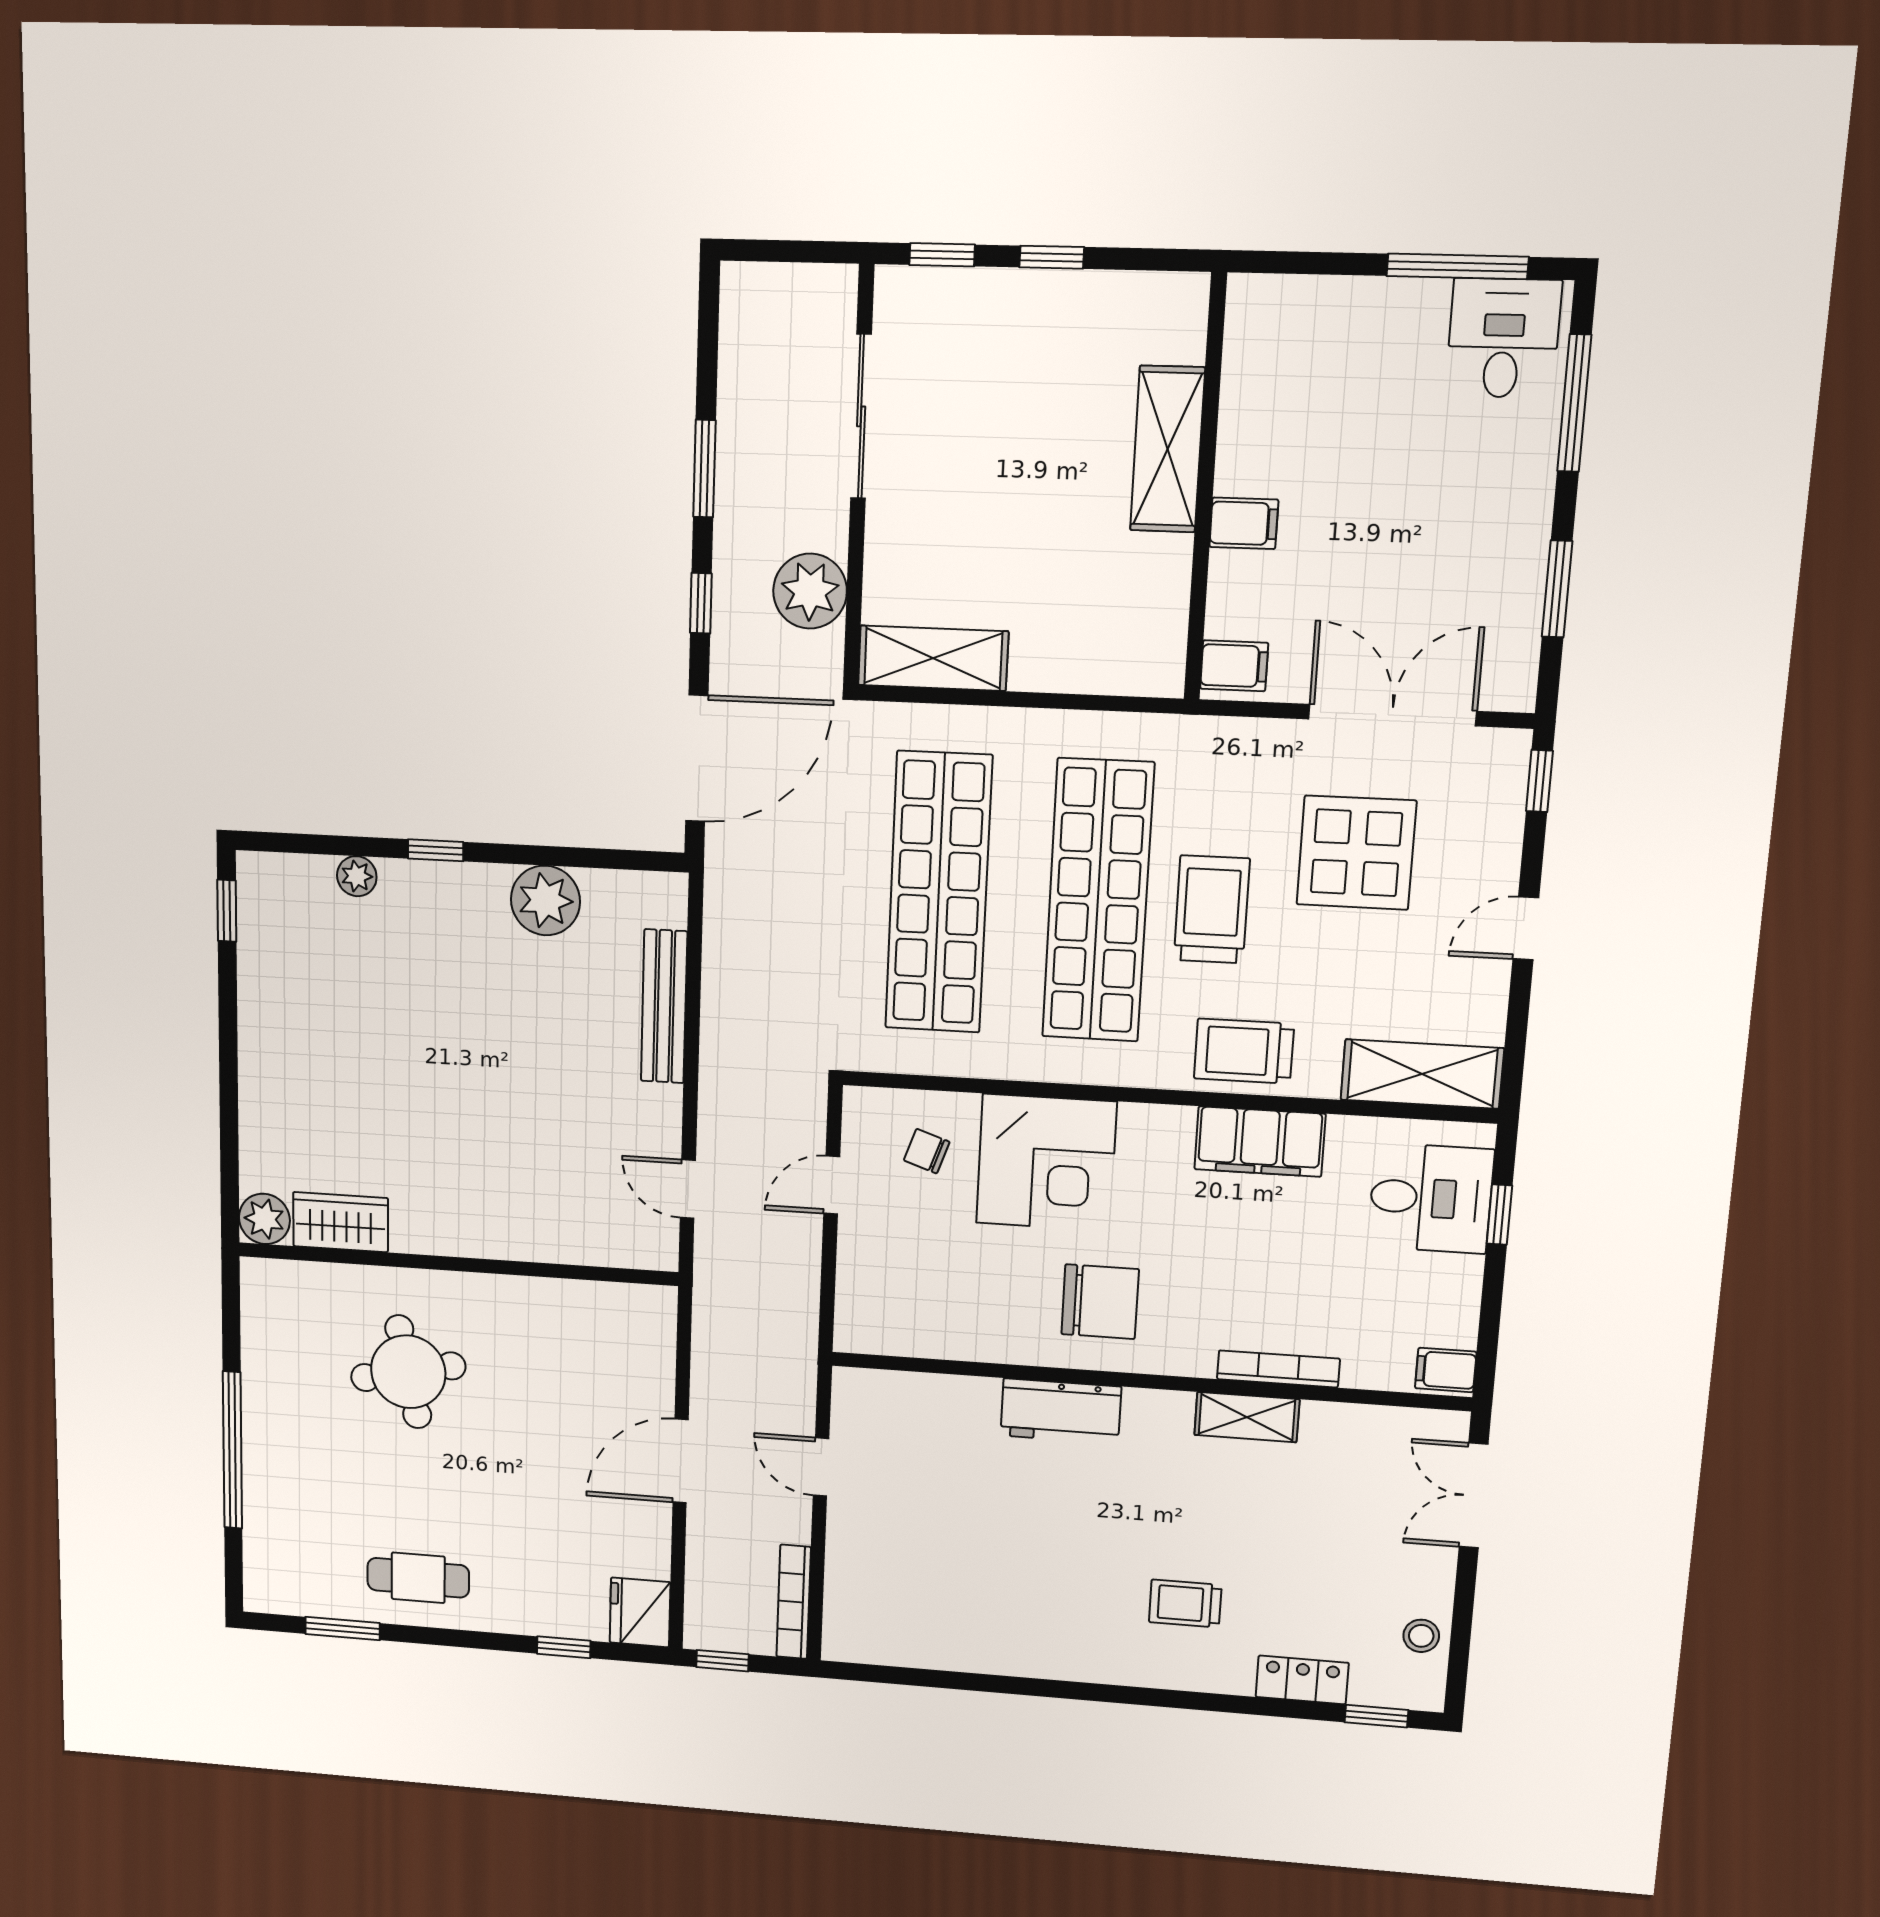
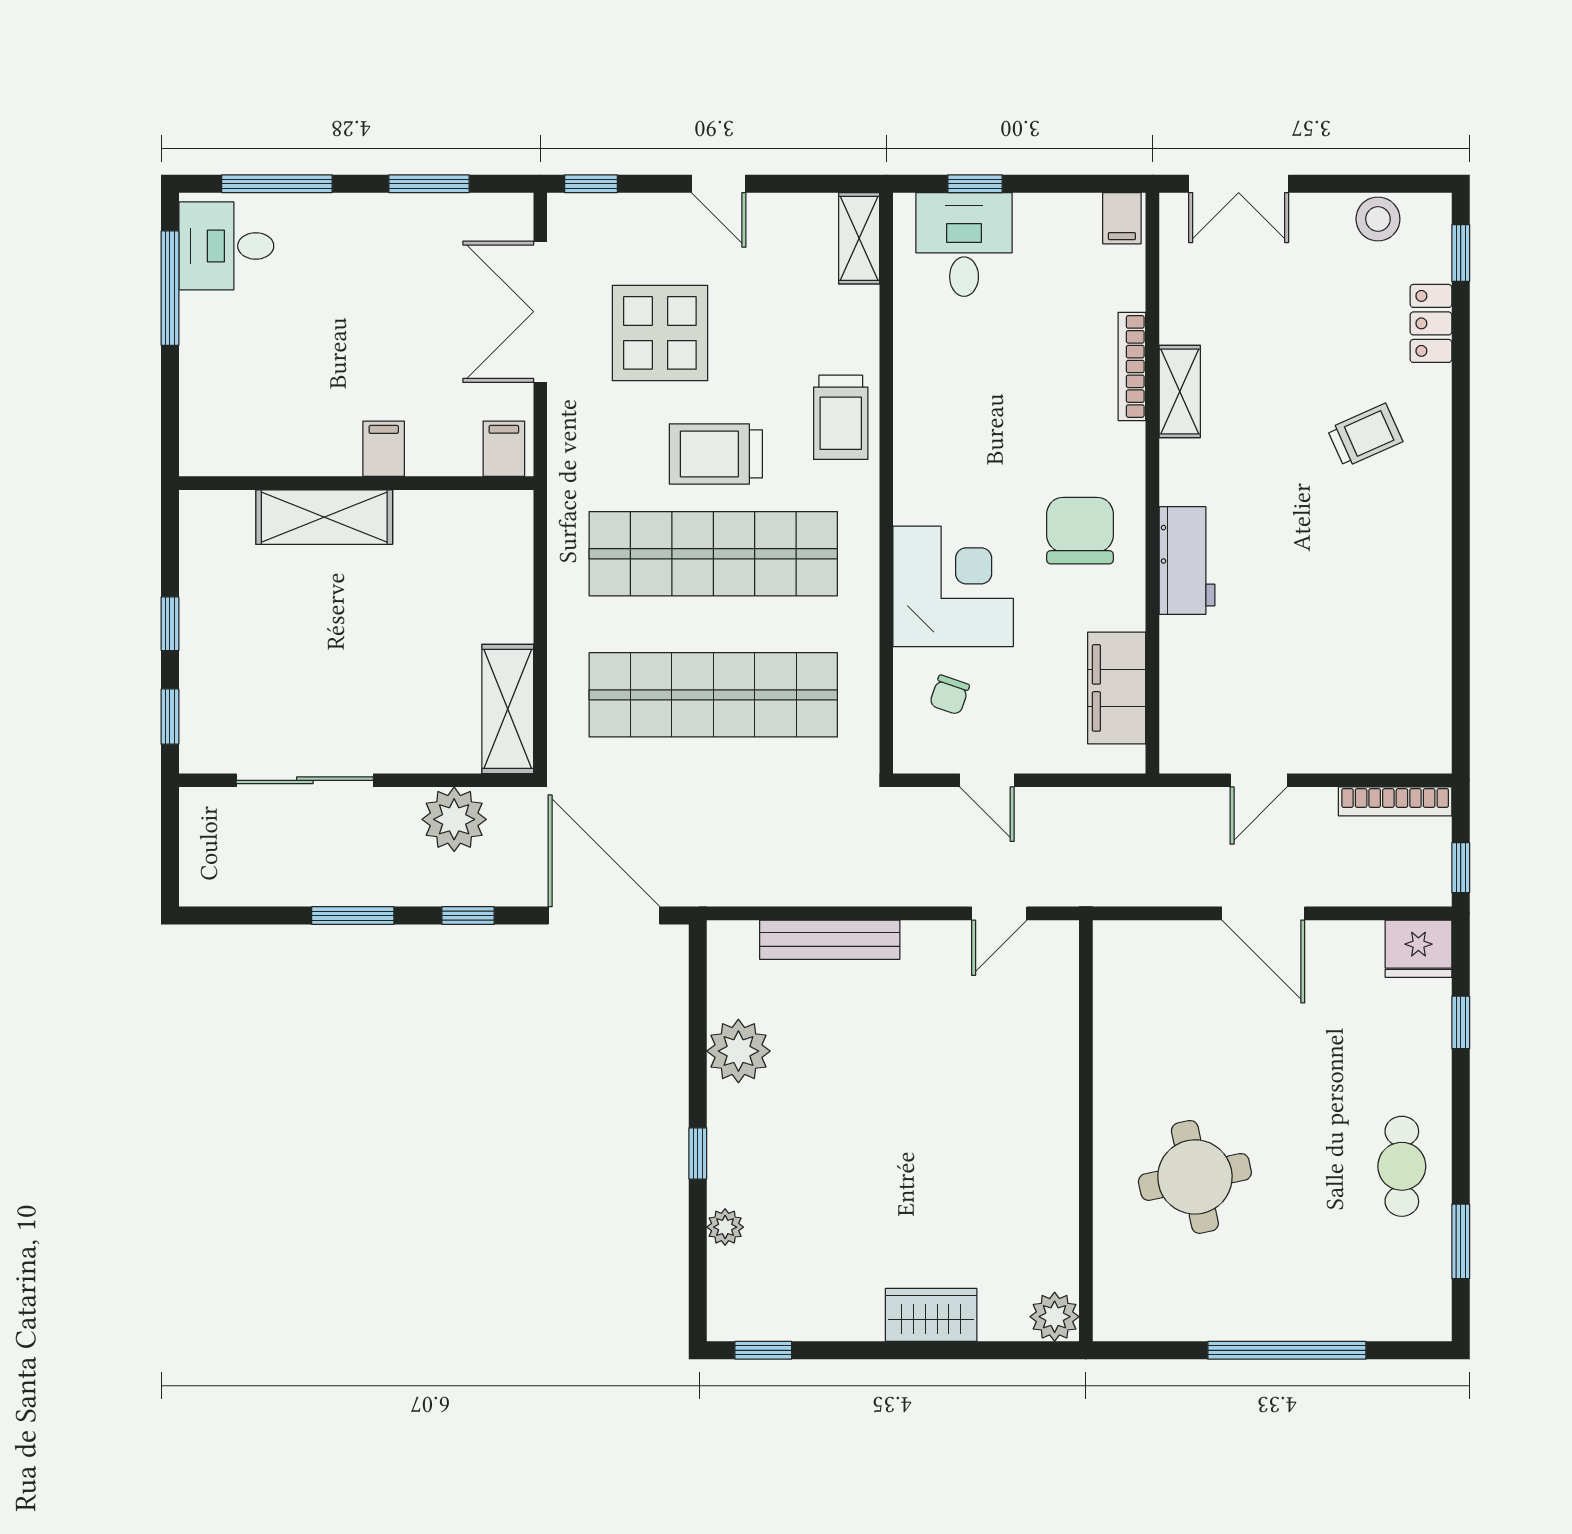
shelving: (1422, 1074) -> (859, 238), width x0.67, depth x0.75
filing cabinet: (1260, 1142) -> (1117, 688), moved, turned 180
wardrobe: (341, 1222) -> (931, 1315), moved, turned 90
trolley: (1185, 1604) -> (1365, 435), turned -114
stool: (1421, 1636) -> (1378, 219), width x1.37, depth x1.37

